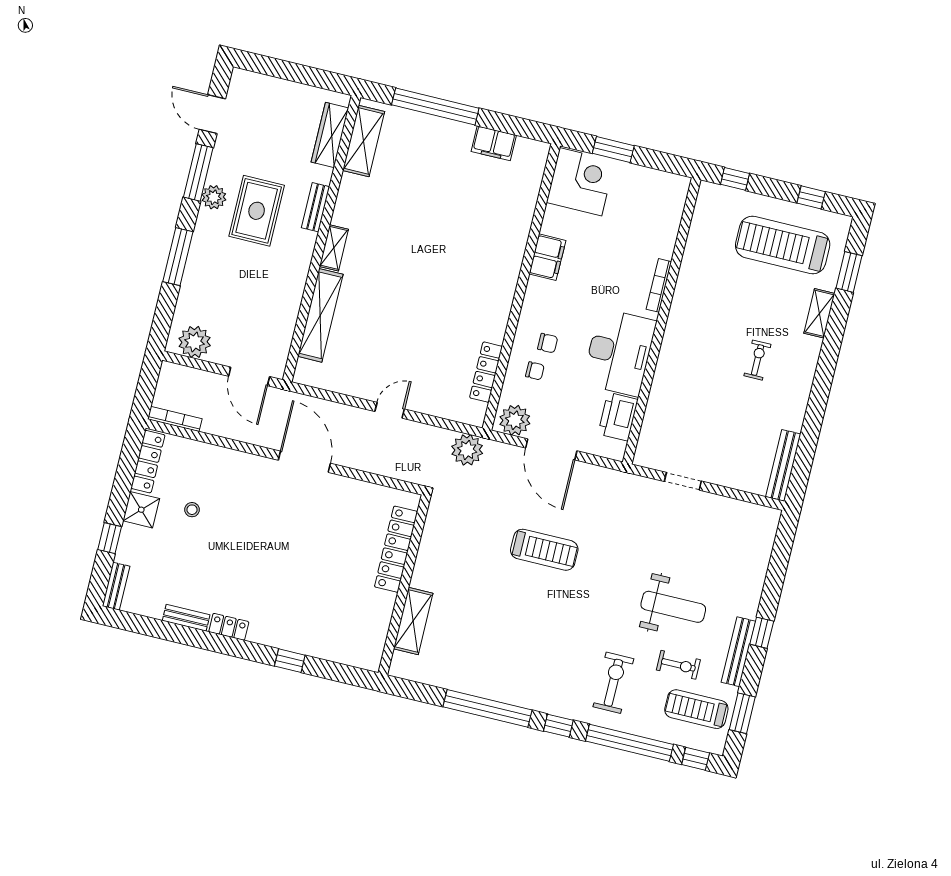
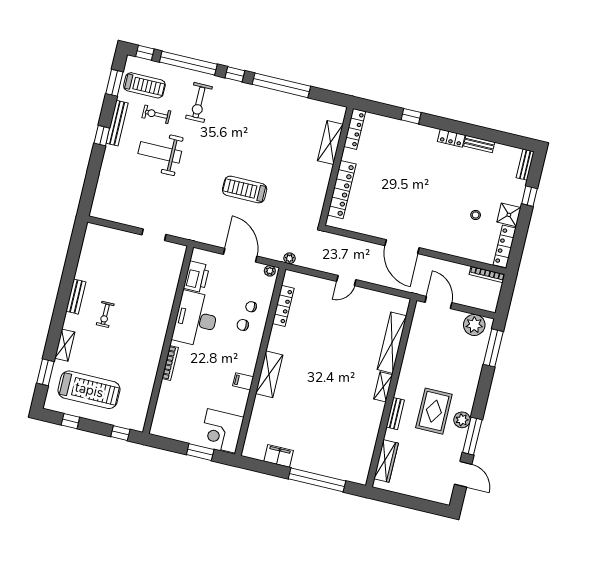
shelving: (364, 141) -> (269, 374), moved
window: (178, 257) -> (493, 348), moved
filing cabinet: (547, 257) -> (243, 381), width x0.50
plant: (515, 420) -> (270, 271), width x0.53, depth x0.53
plant: (467, 450) -> (290, 258), width x0.53, depth x0.53
bench: (783, 465) -> (76, 297), moved, width x0.73
locker: (376, 641) -> (355, 129), added

